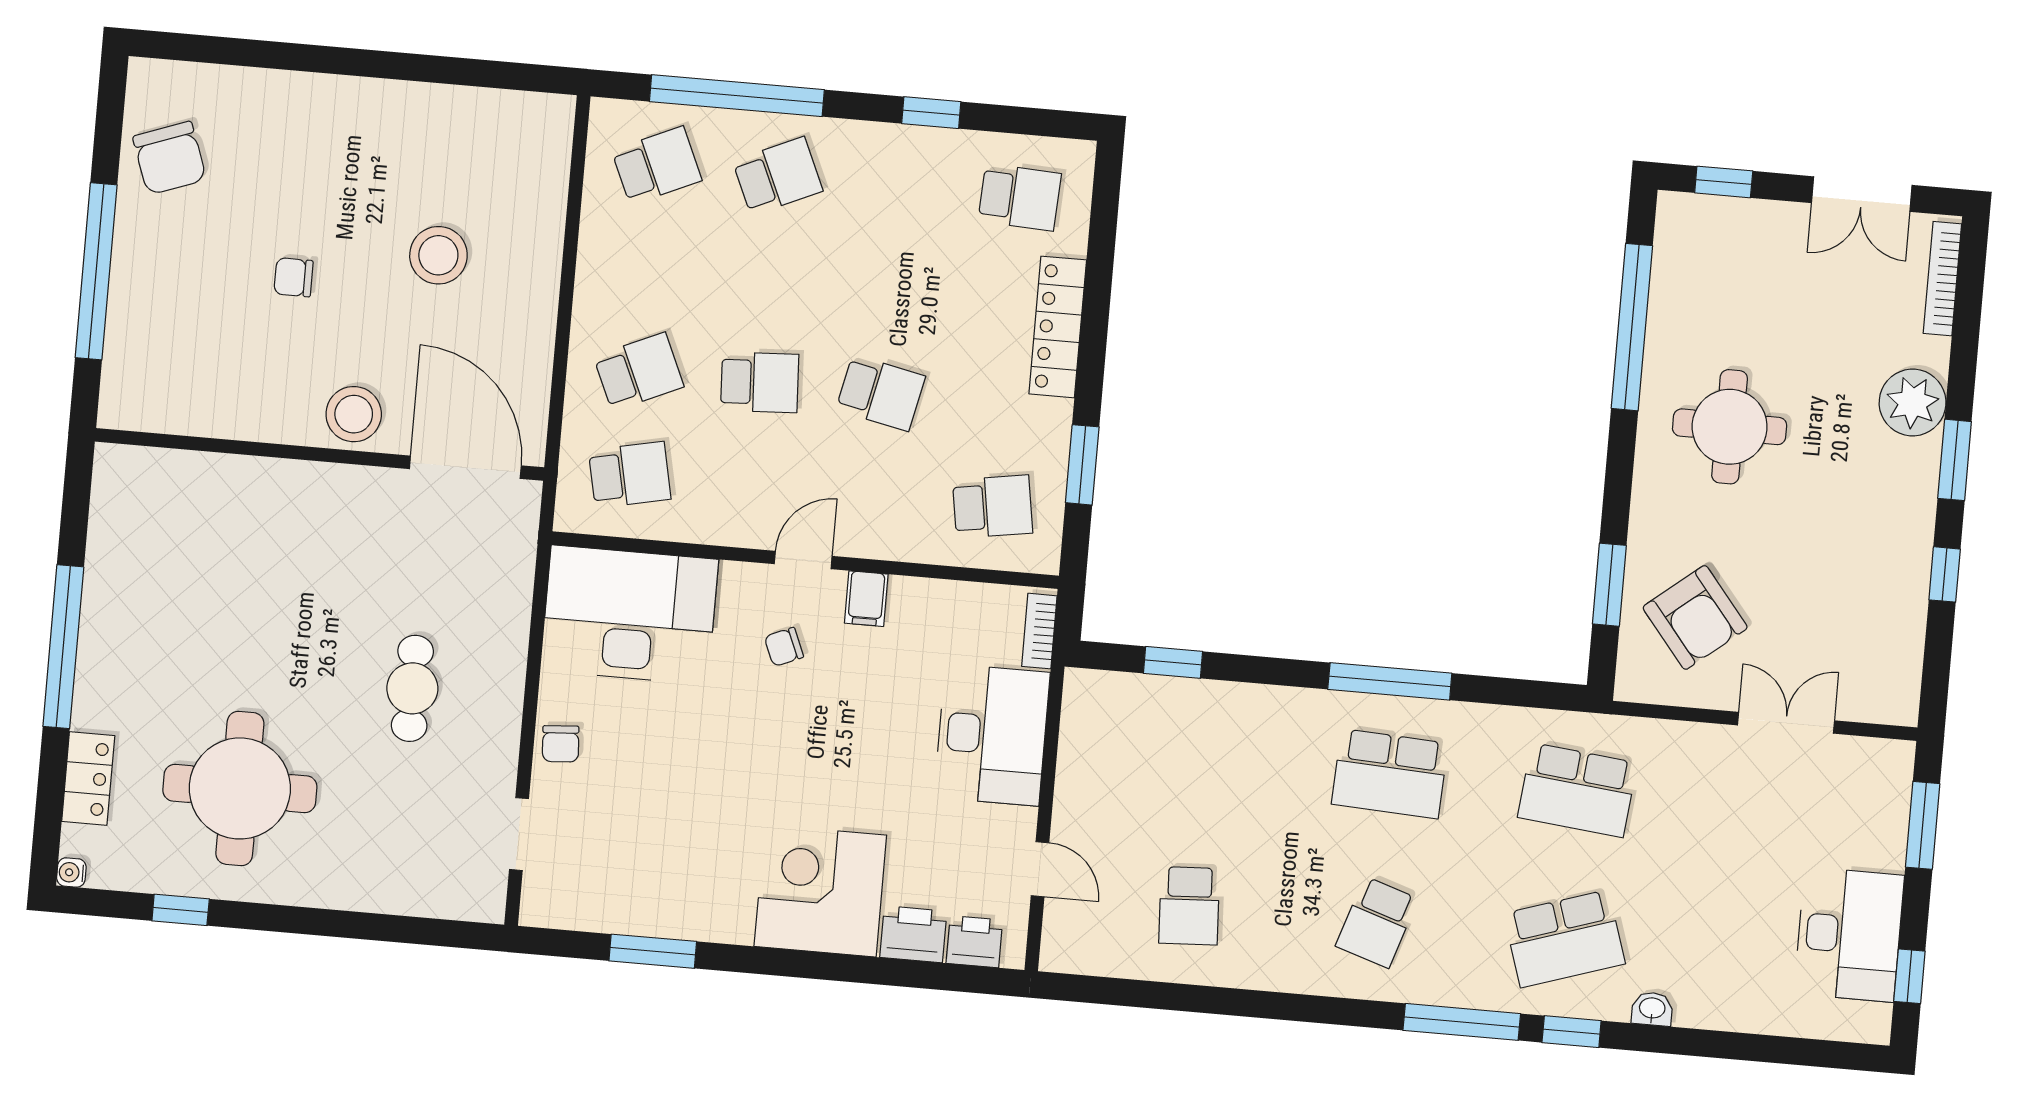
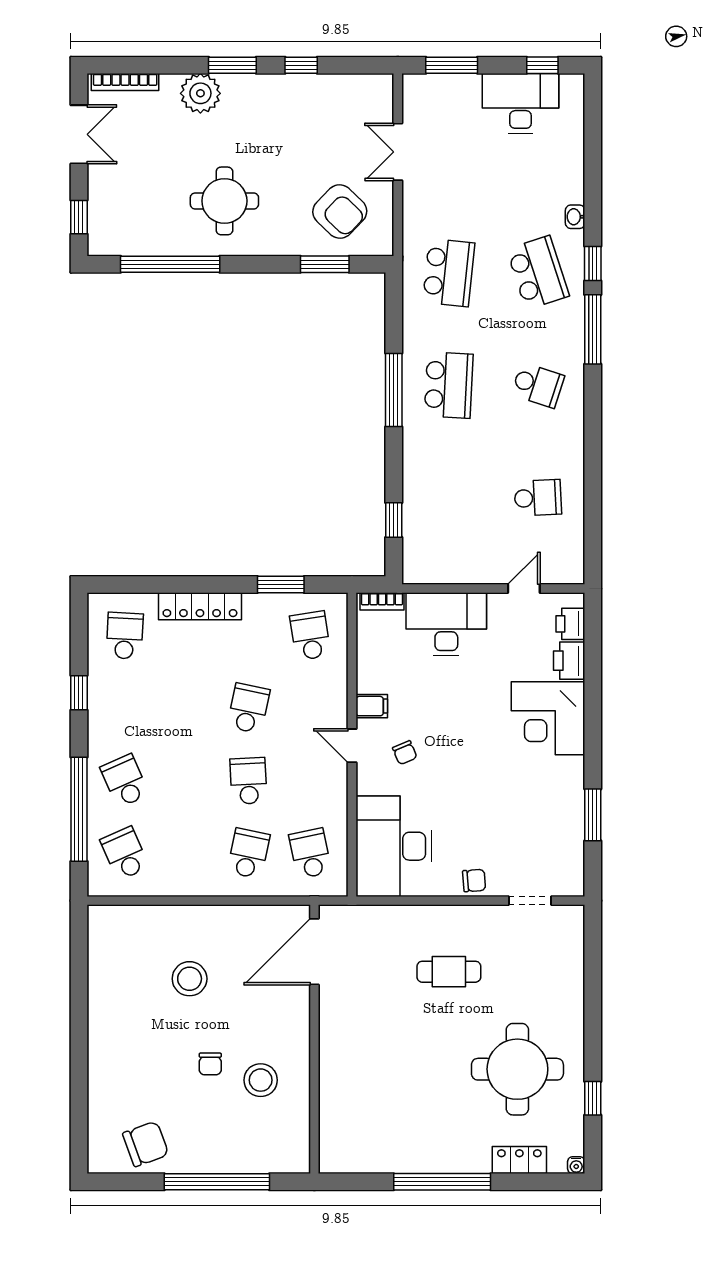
school desk: (639, 372) -> (248, 853), turned 36
stool: (354, 414) -> (261, 1080), moved
armchair: (1695, 617) -> (340, 212), turned 83

